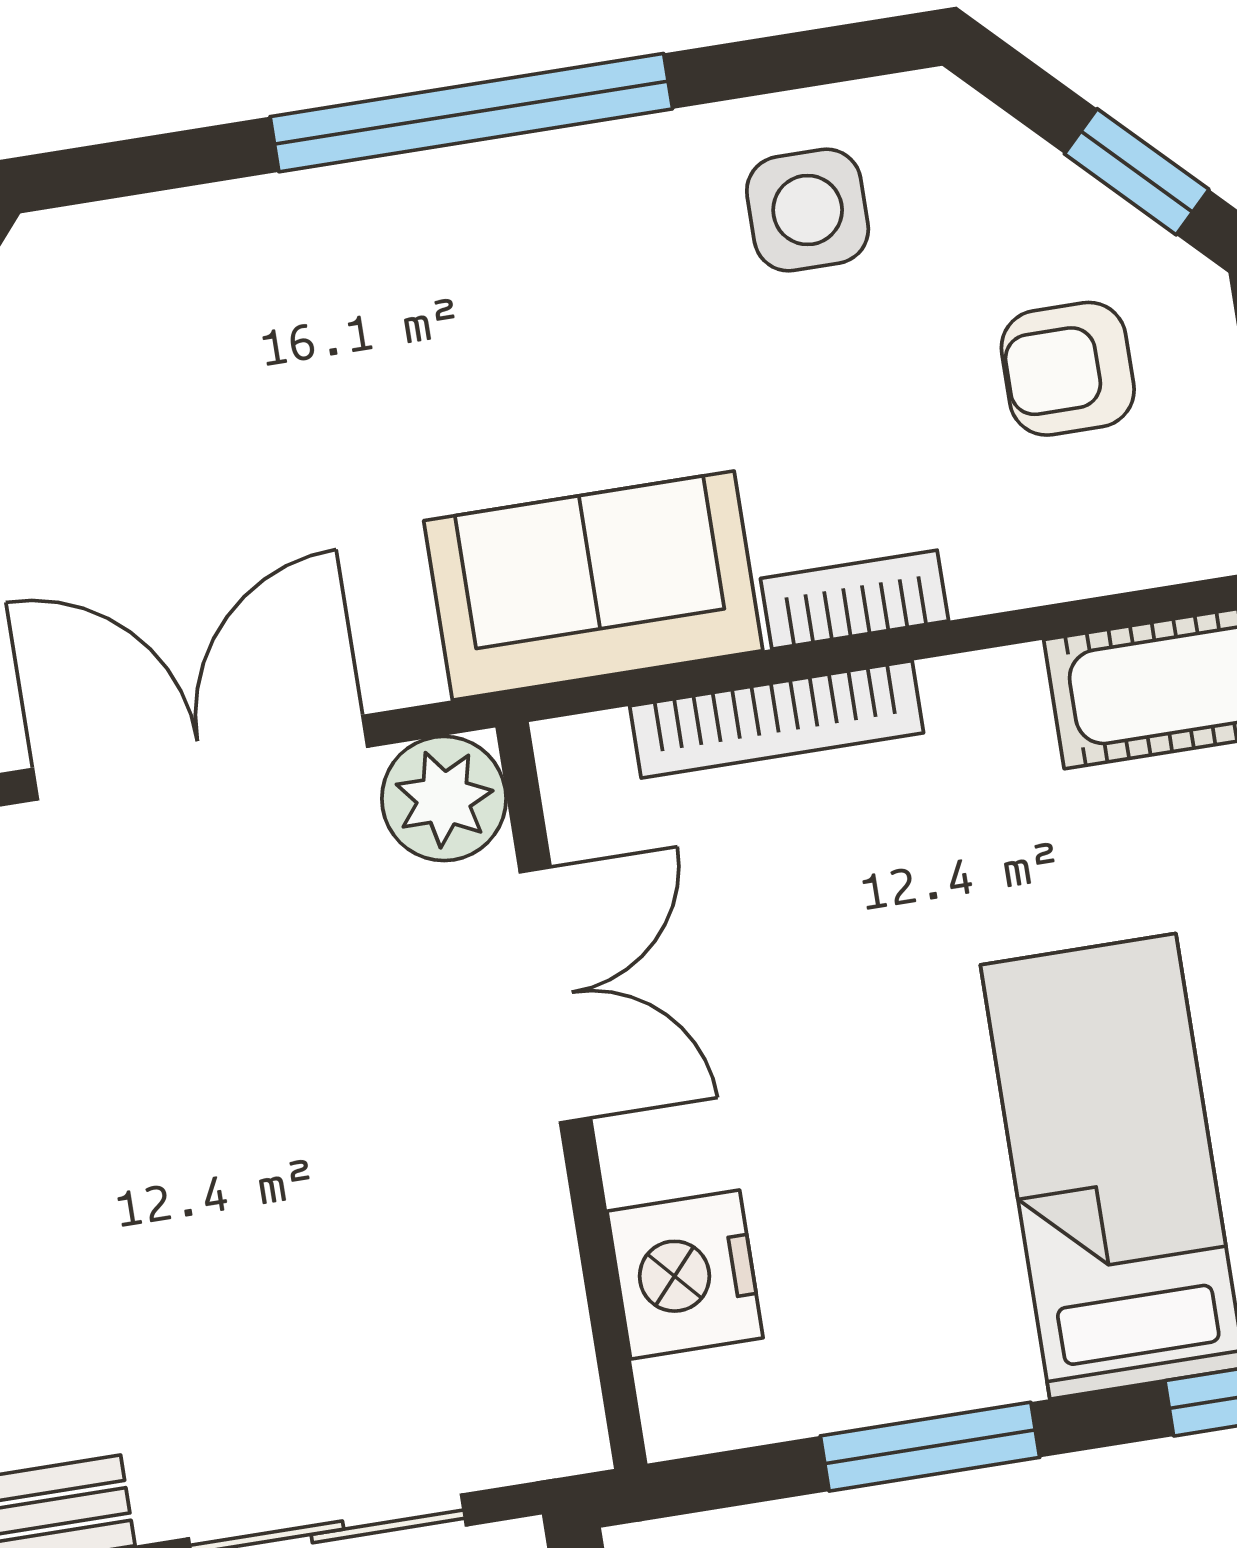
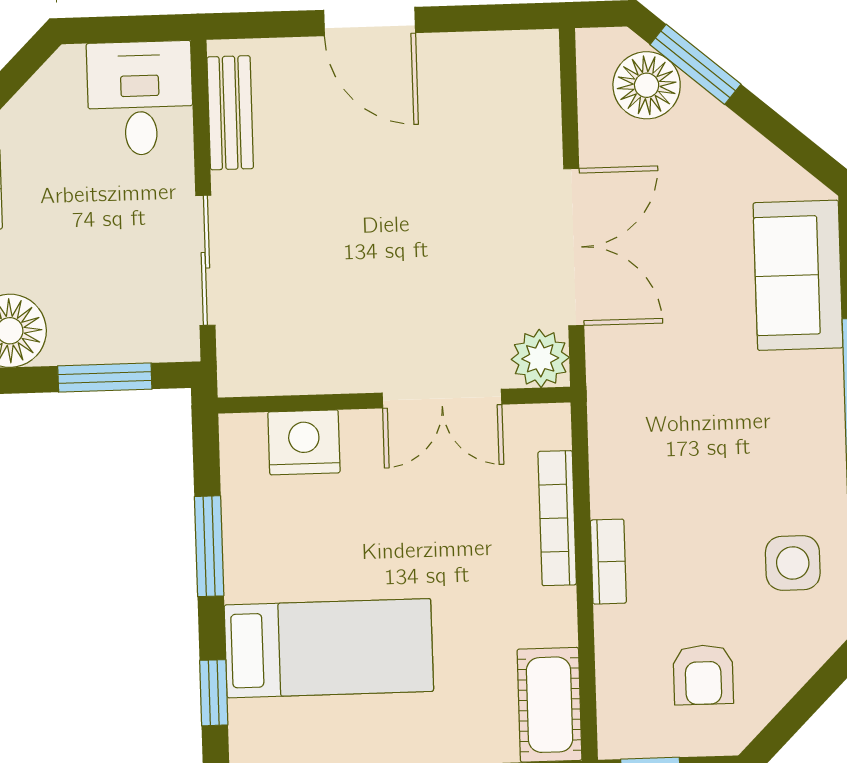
window: (1137, 172) -> (791, 719), removed
armchair: (1068, 369) -> (703, 675), turned 180
sofa: (593, 586) -> (798, 275), moved, turned 180

